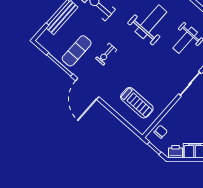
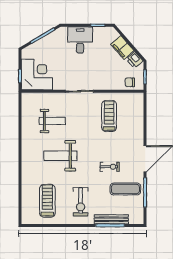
treadmill: (137, 103) -> (109, 116), moved

